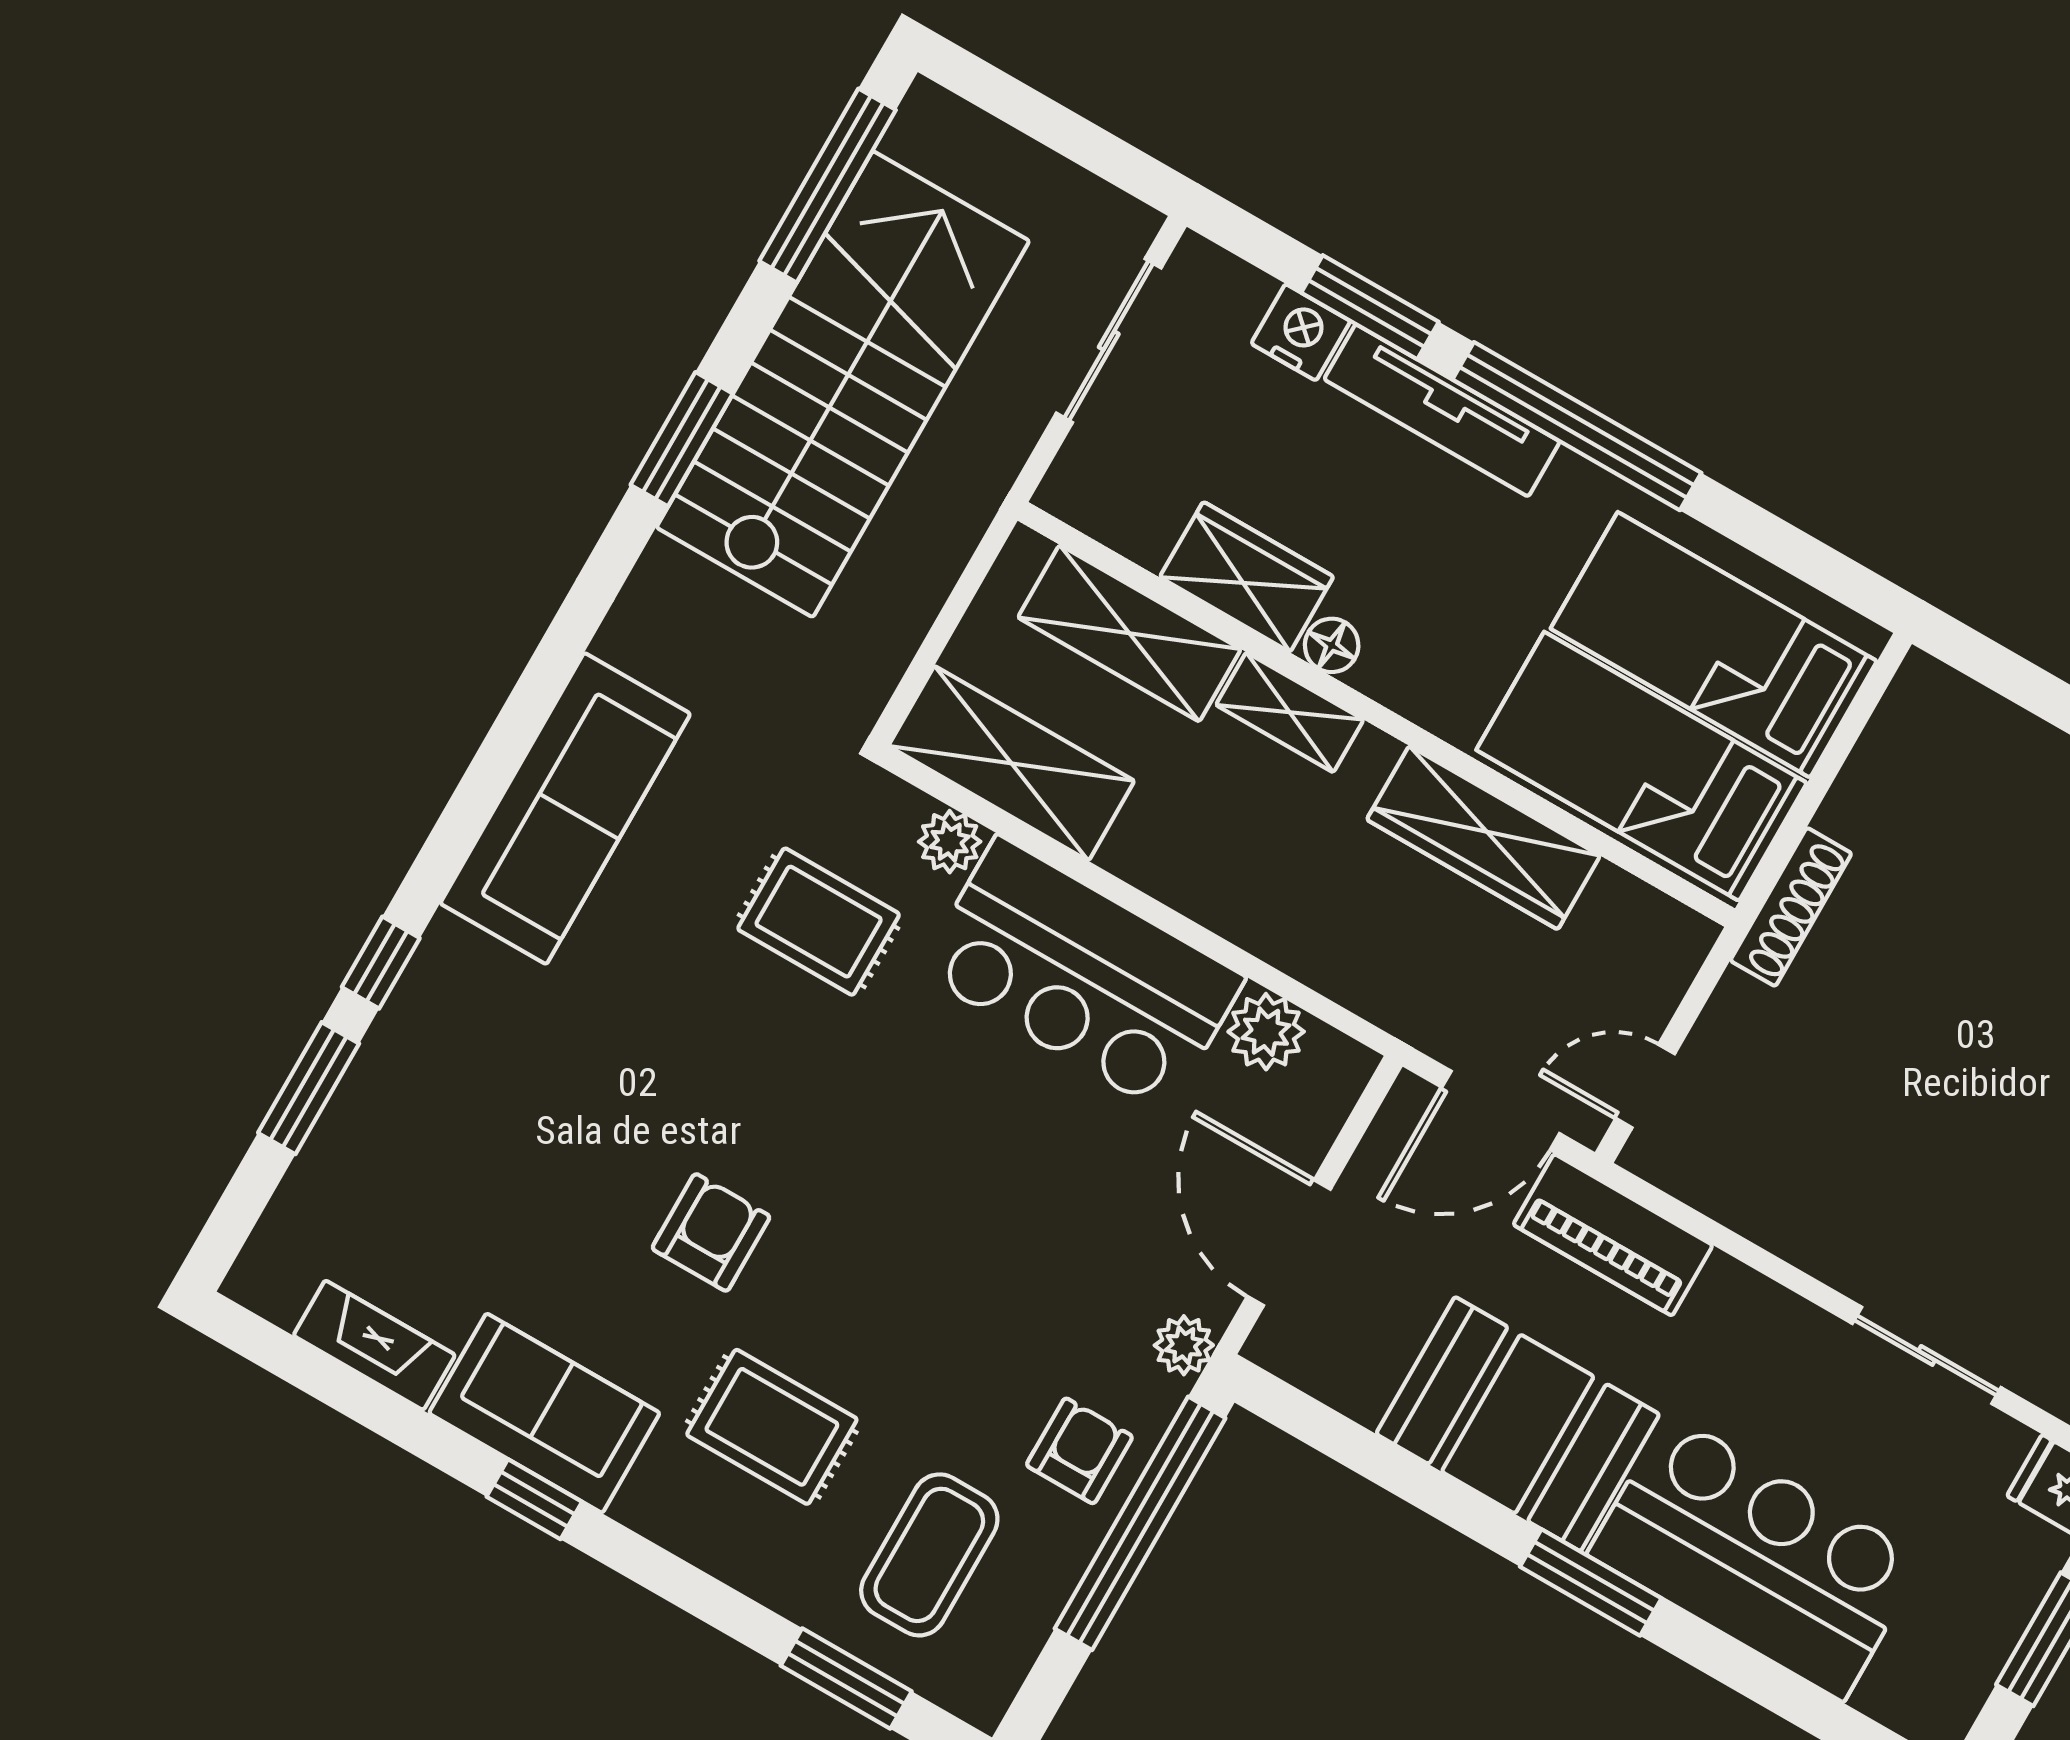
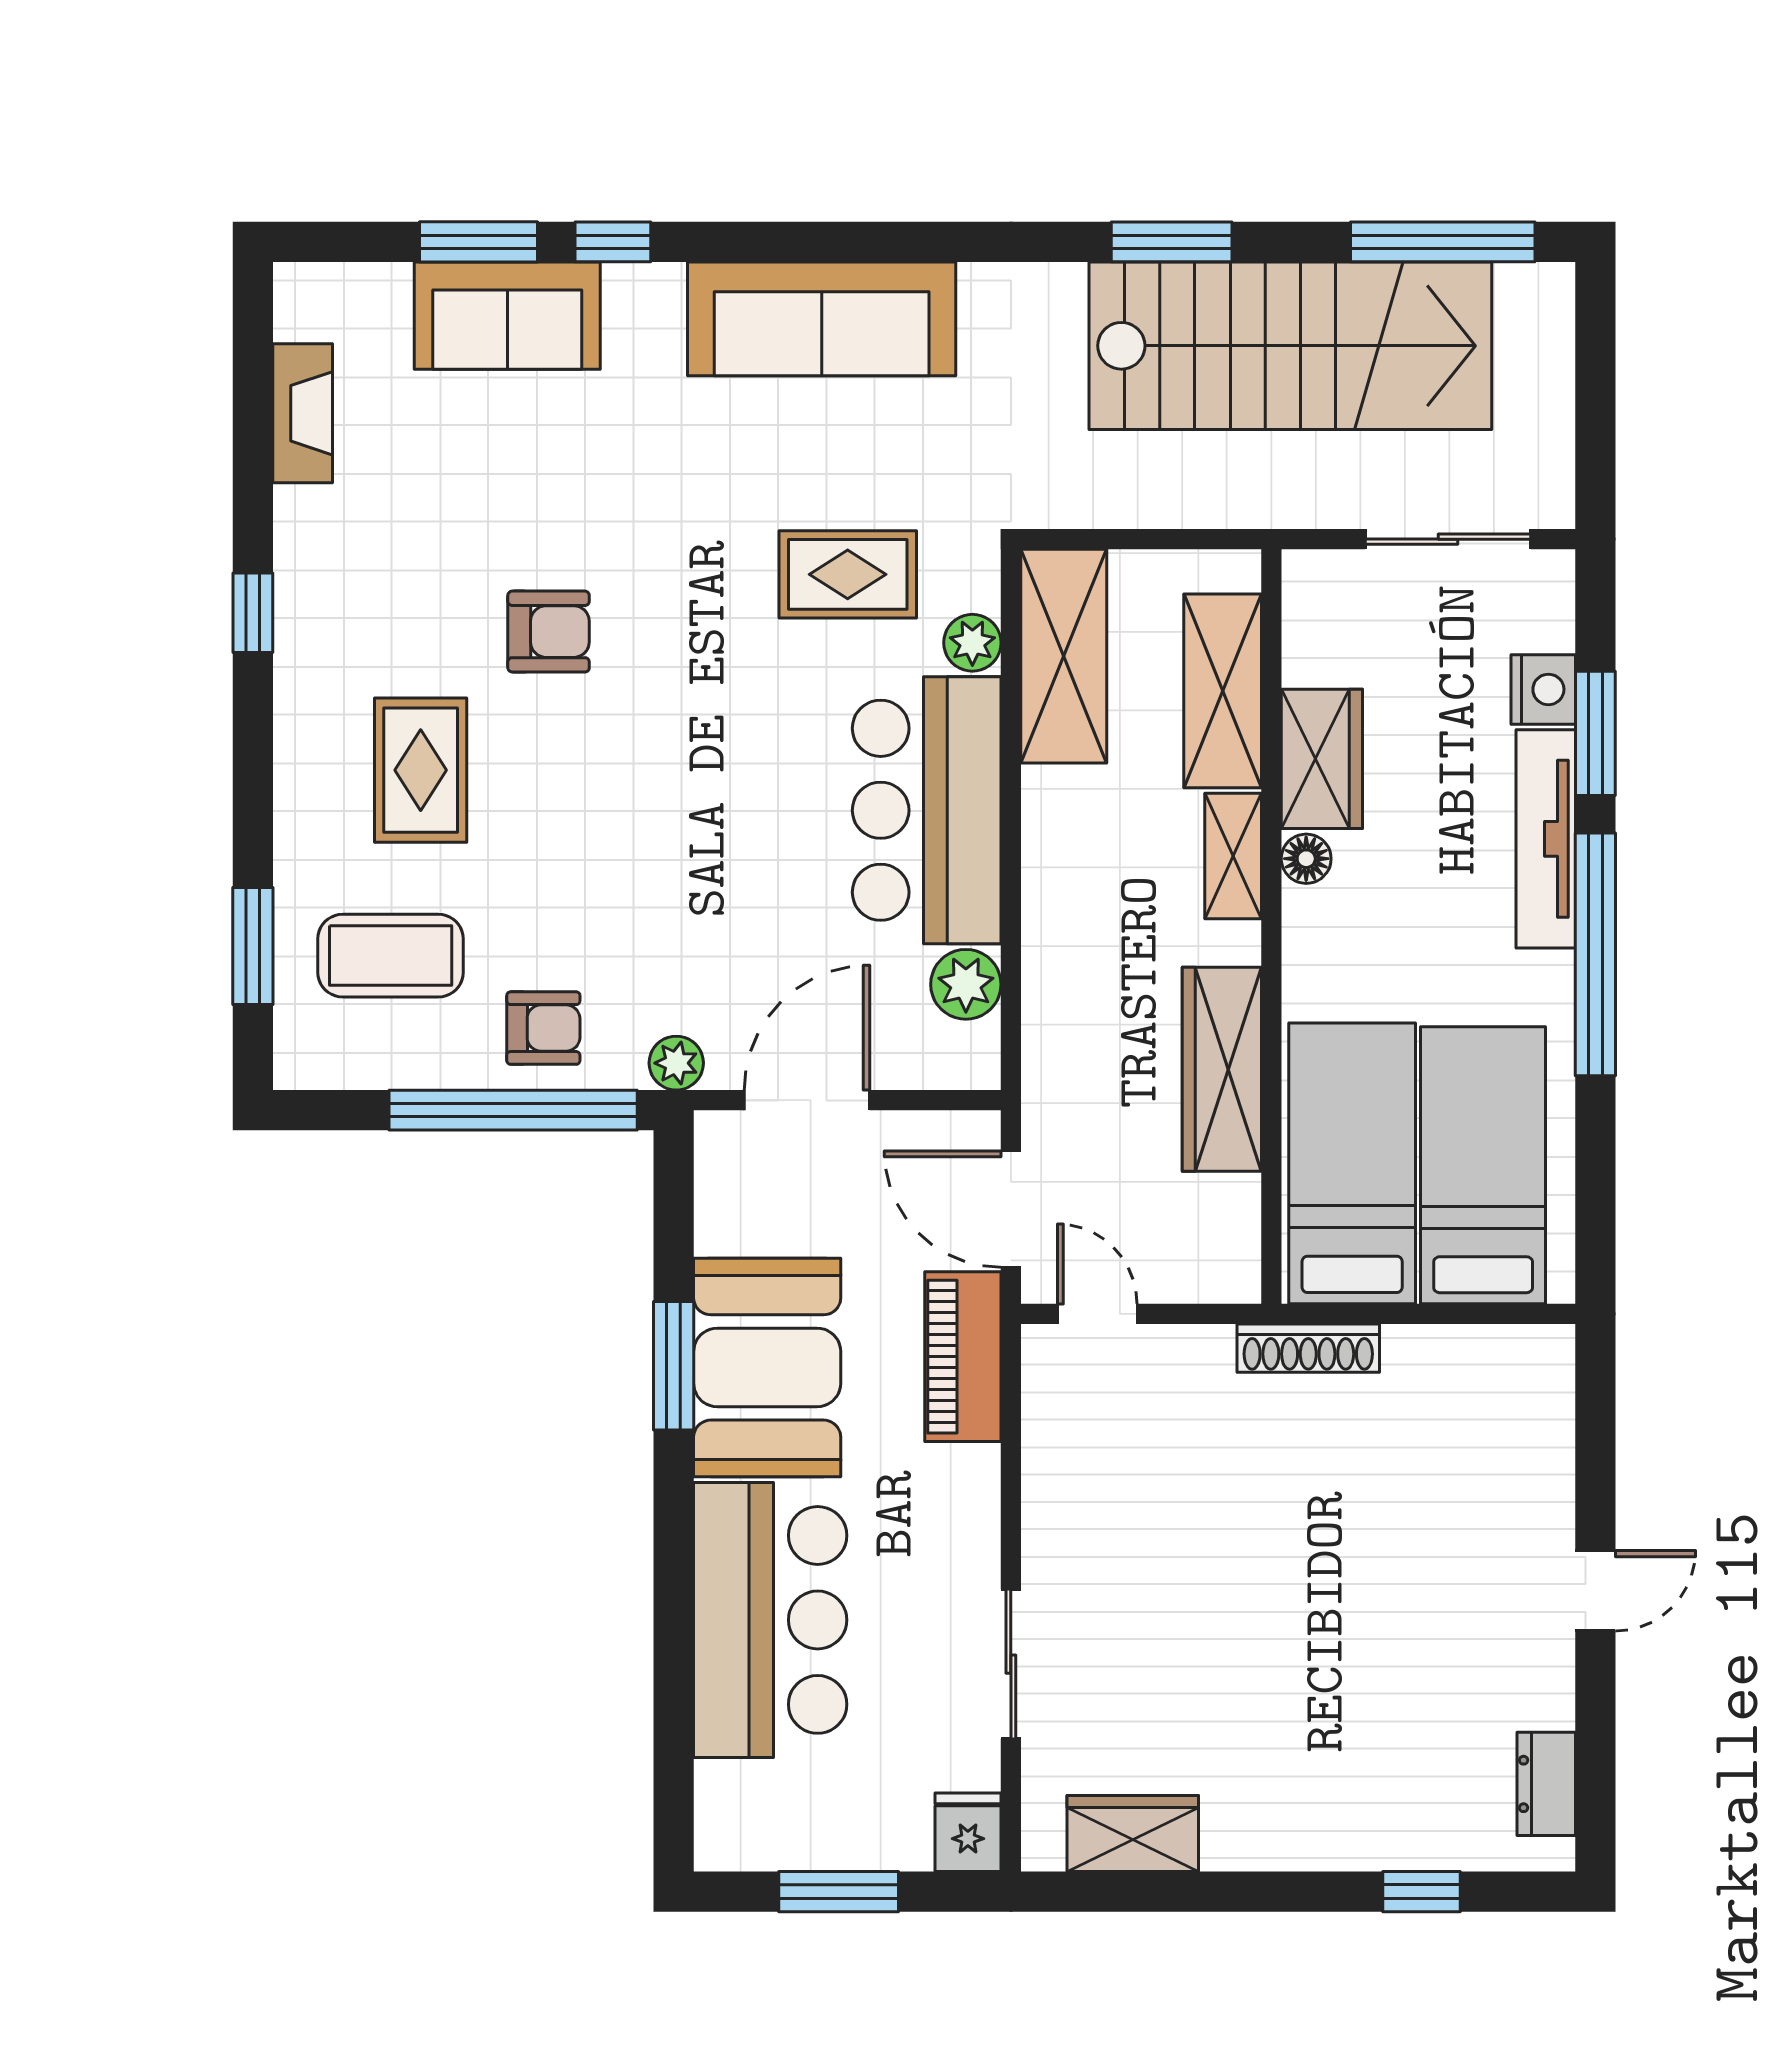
rug: (819, 922) -> (848, 574), turned 90
sofa: (544, 1413) -> (507, 316), moved, turned 90
window: (1591, 1582) -> (674, 1366), moved

